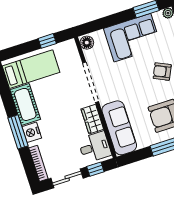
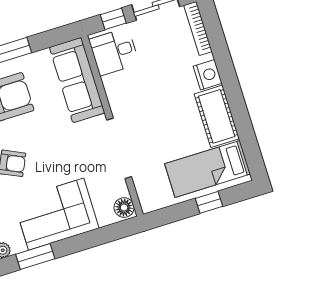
window: (47, 41) -> (209, 202), moved
wardrobe: (92, 119) -> (117, 93), removed
window: (18, 132) -> (228, 76), removed

